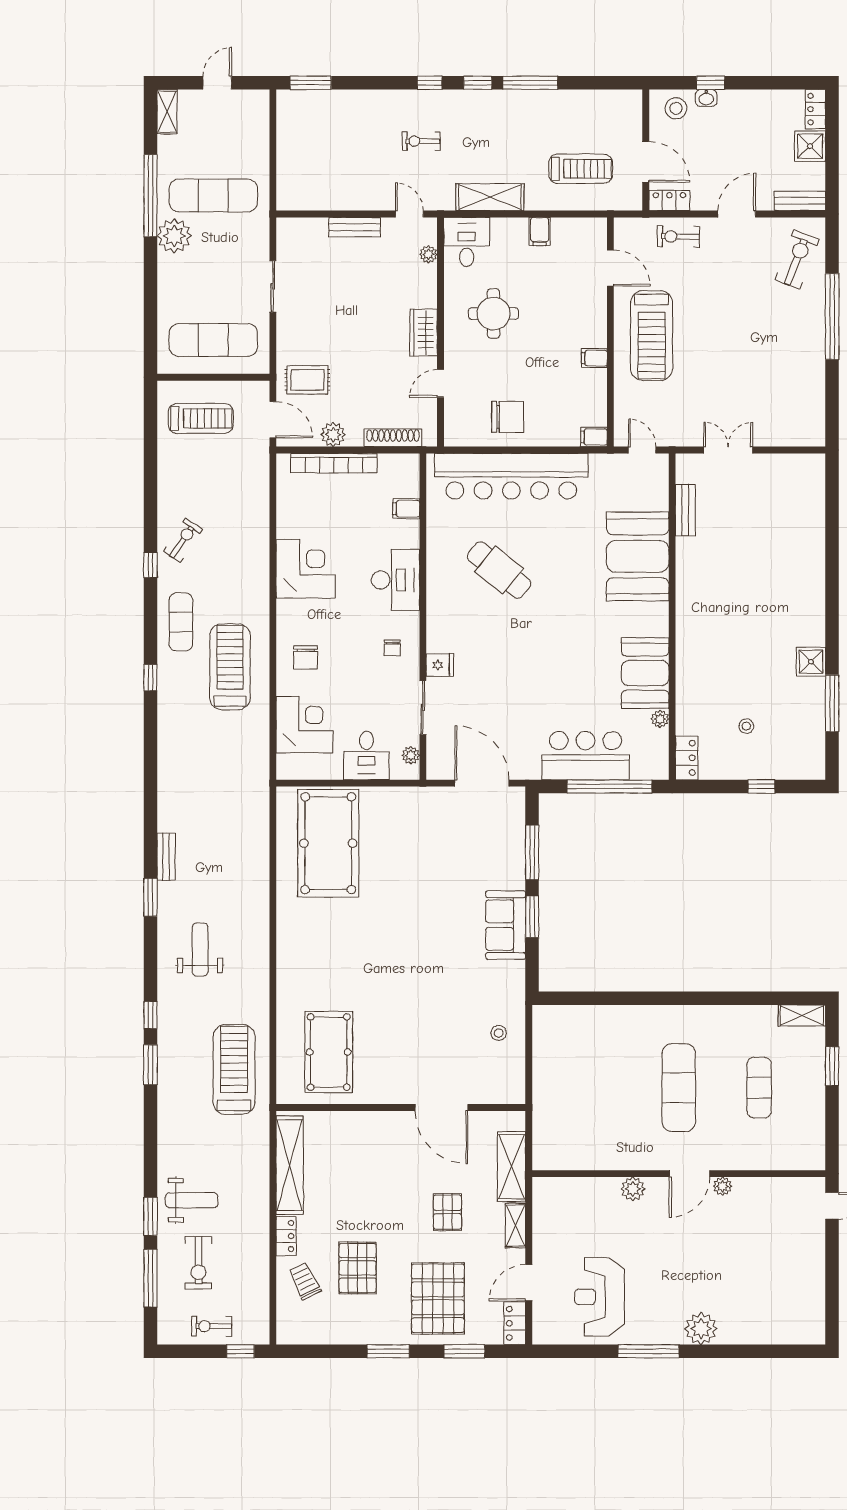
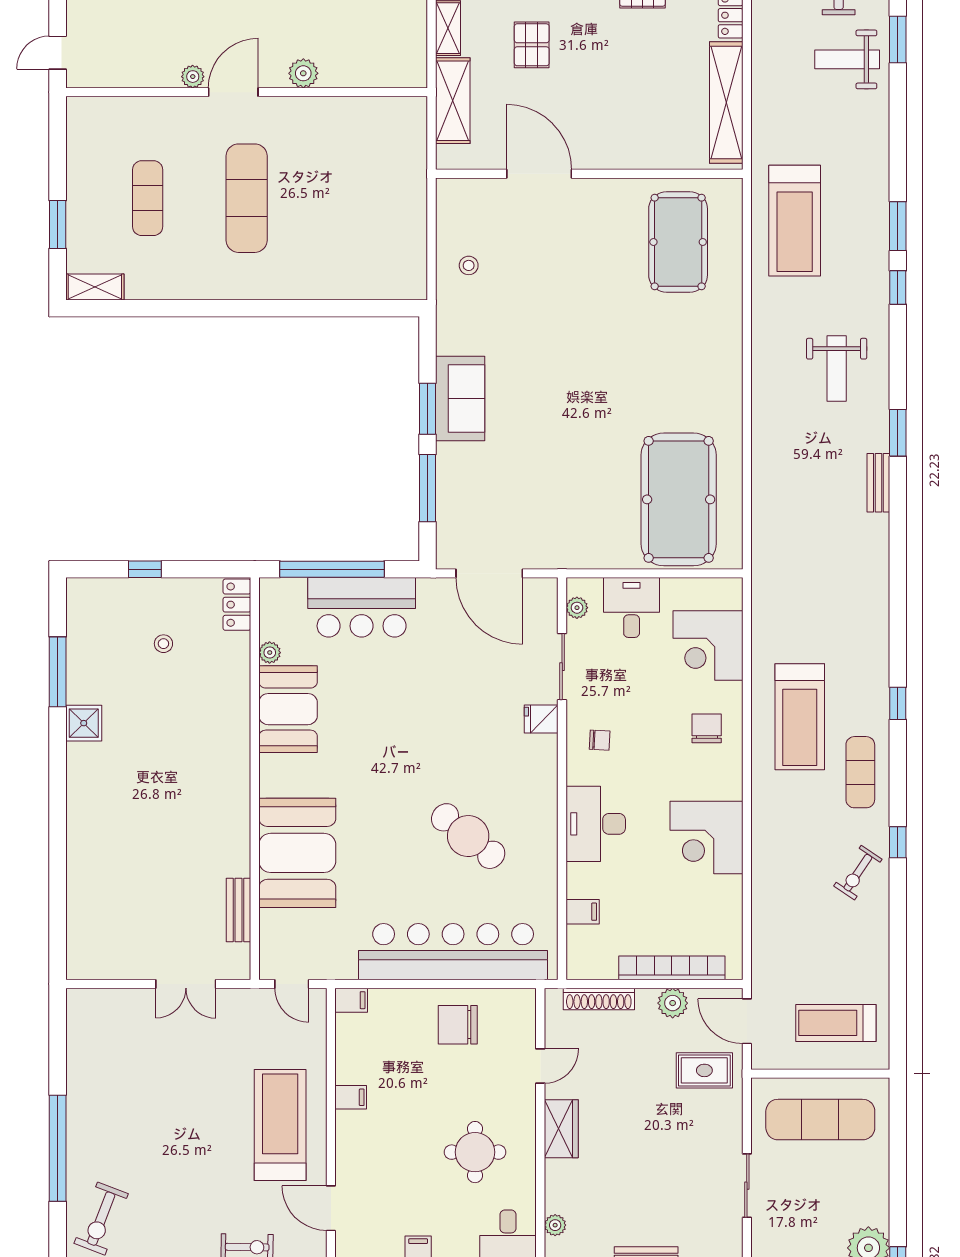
chair: (392, 648) -> (600, 740), turned 93

